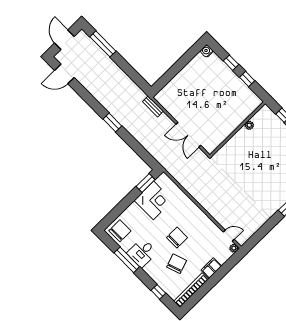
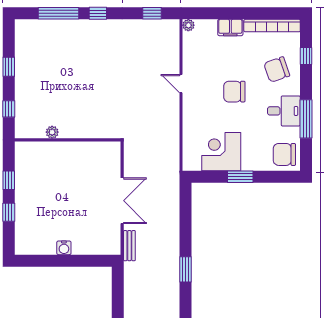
water cooler: (207, 51) -> (64, 248), moved
double door: (188, 135) -> (122, 201), moved
window: (146, 183) -> (240, 177), moved
door: (229, 236) -> (181, 84), moved
window: (258, 236) -> (152, 13), added
chair: (177, 264) -> (277, 69), moved

